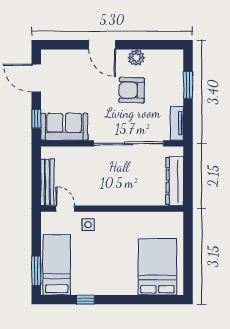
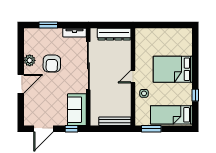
door: (65, 209) -> (133, 76), moved
bed: (157, 267) -> (173, 69), moved
window: (36, 271) -> (151, 129), moved

